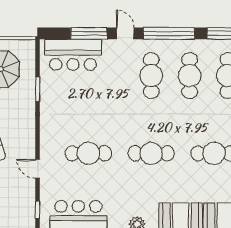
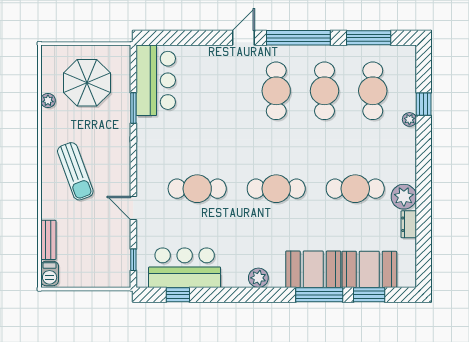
window: (89, 33) -> (198, 38), removed
door: (125, 33) -> (244, 38), hinge flipped
bar counter: (73, 55) -> (156, 80), moved, turned -90

